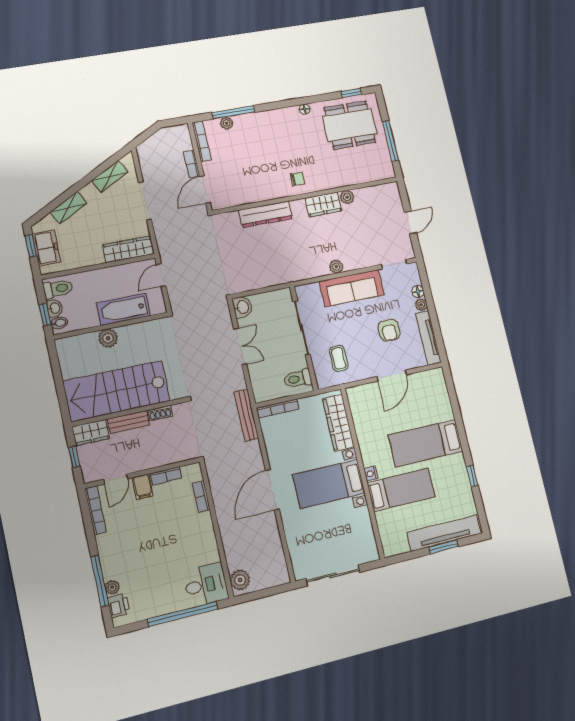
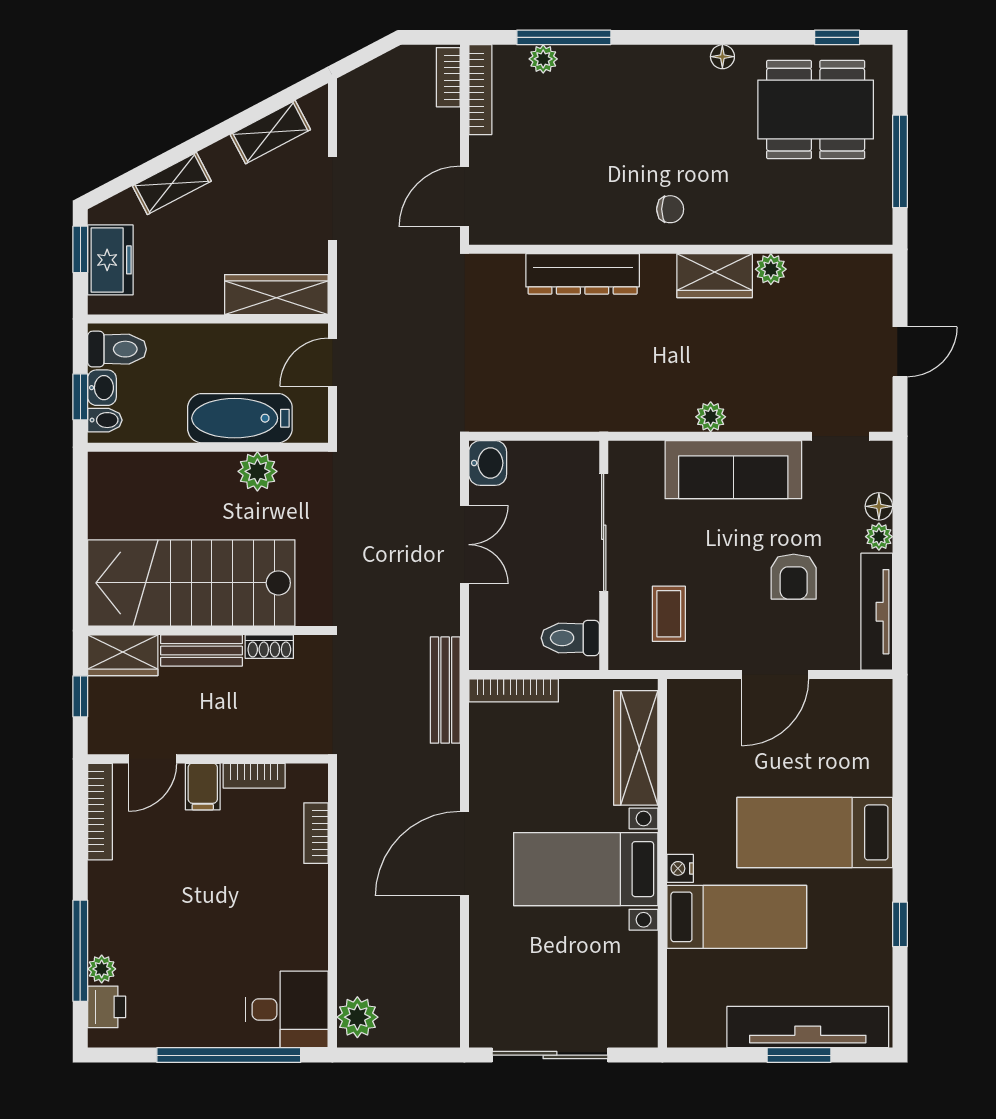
bookcase: (192, 164) -> (448, 77), moved
plant: (108, 338) -> (257, 471), moved

